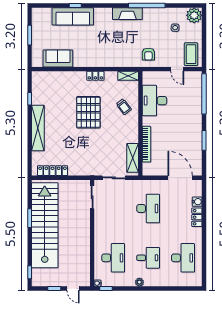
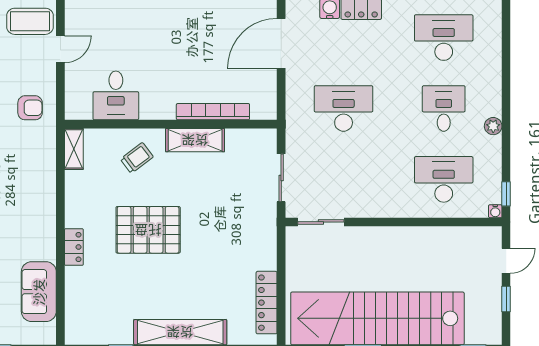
locker: (95, 76) -> (74, 247), moved
desk: (154, 101) -> (116, 95), width x0.73
shelving: (133, 158) -> (195, 140), moved

